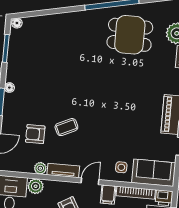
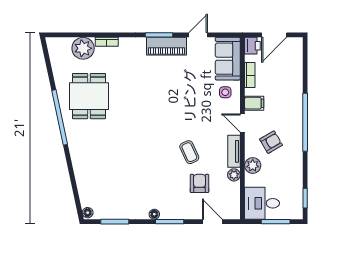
armchair: (35, 134) -> (199, 183), turned 180
plant: (36, 186) -> (253, 165), moved
bookcase: (136, 193) -> (250, 75), width x0.64

